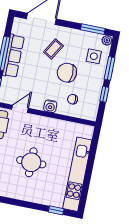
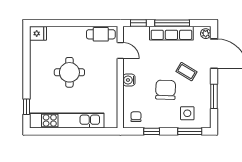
window: (93, 29) -> (214, 96), moved
plant: (107, 40) -> (206, 34), moved
window: (110, 68) -> (190, 131), moved
chair: (73, 99) -> (136, 117), moved

